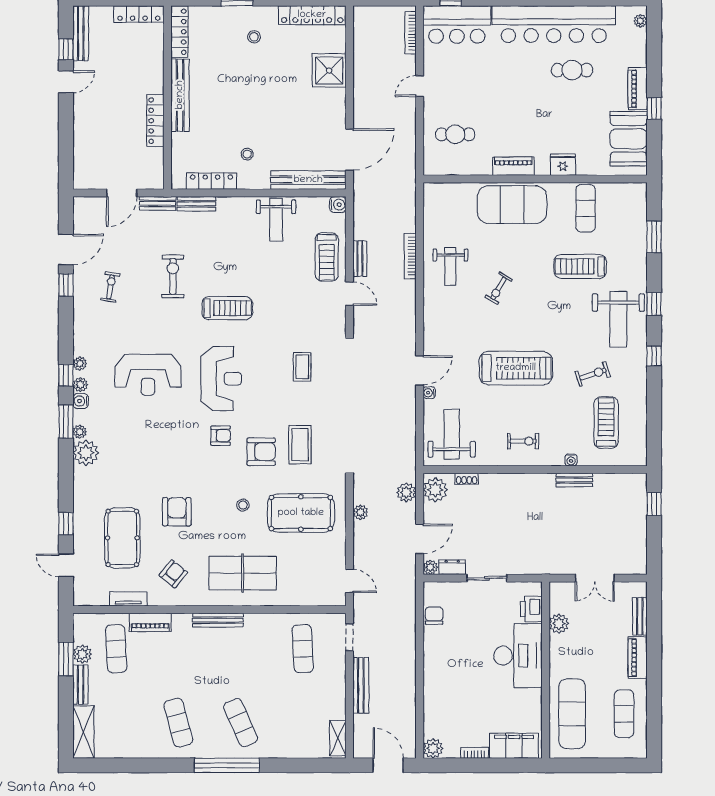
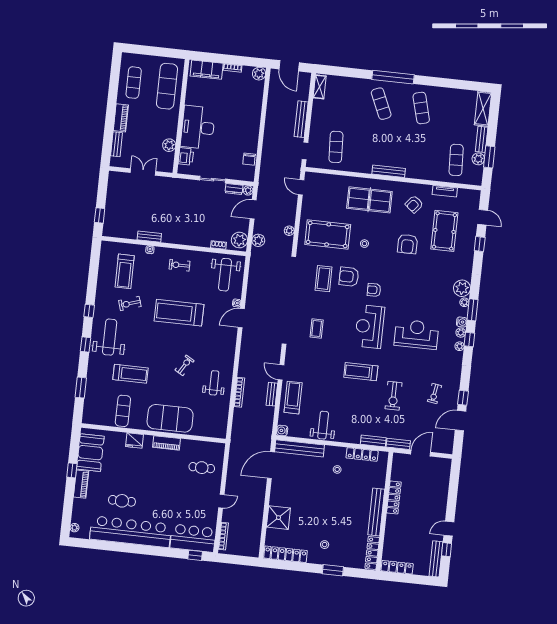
piano: (150, 622) -> (432, 175), removed

